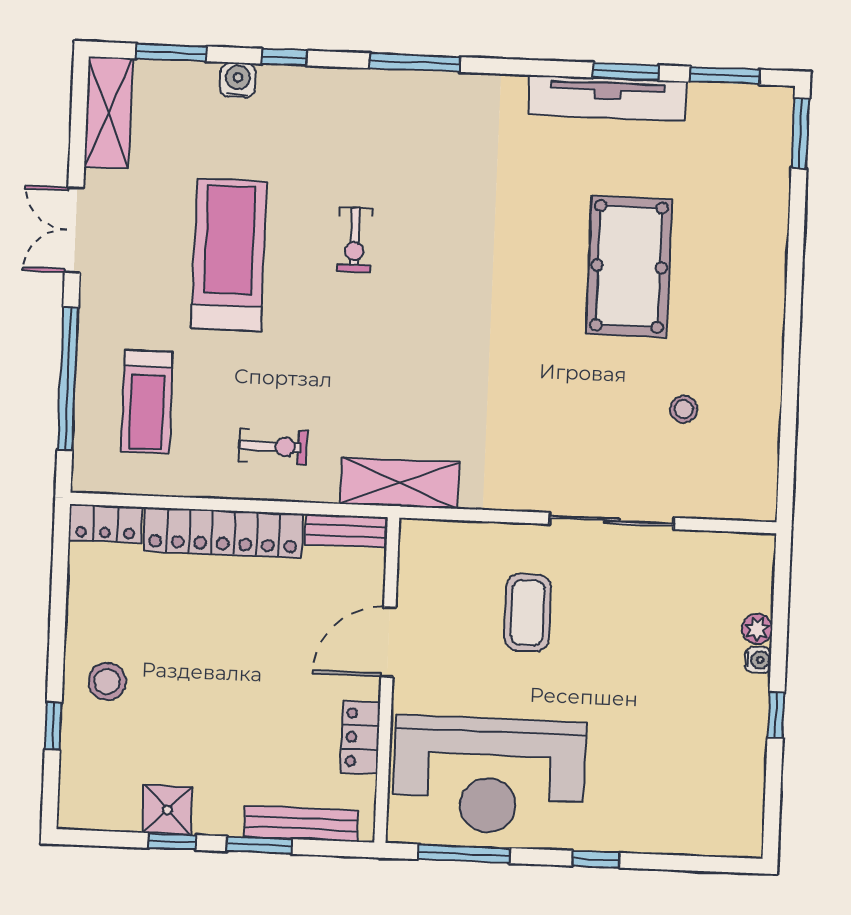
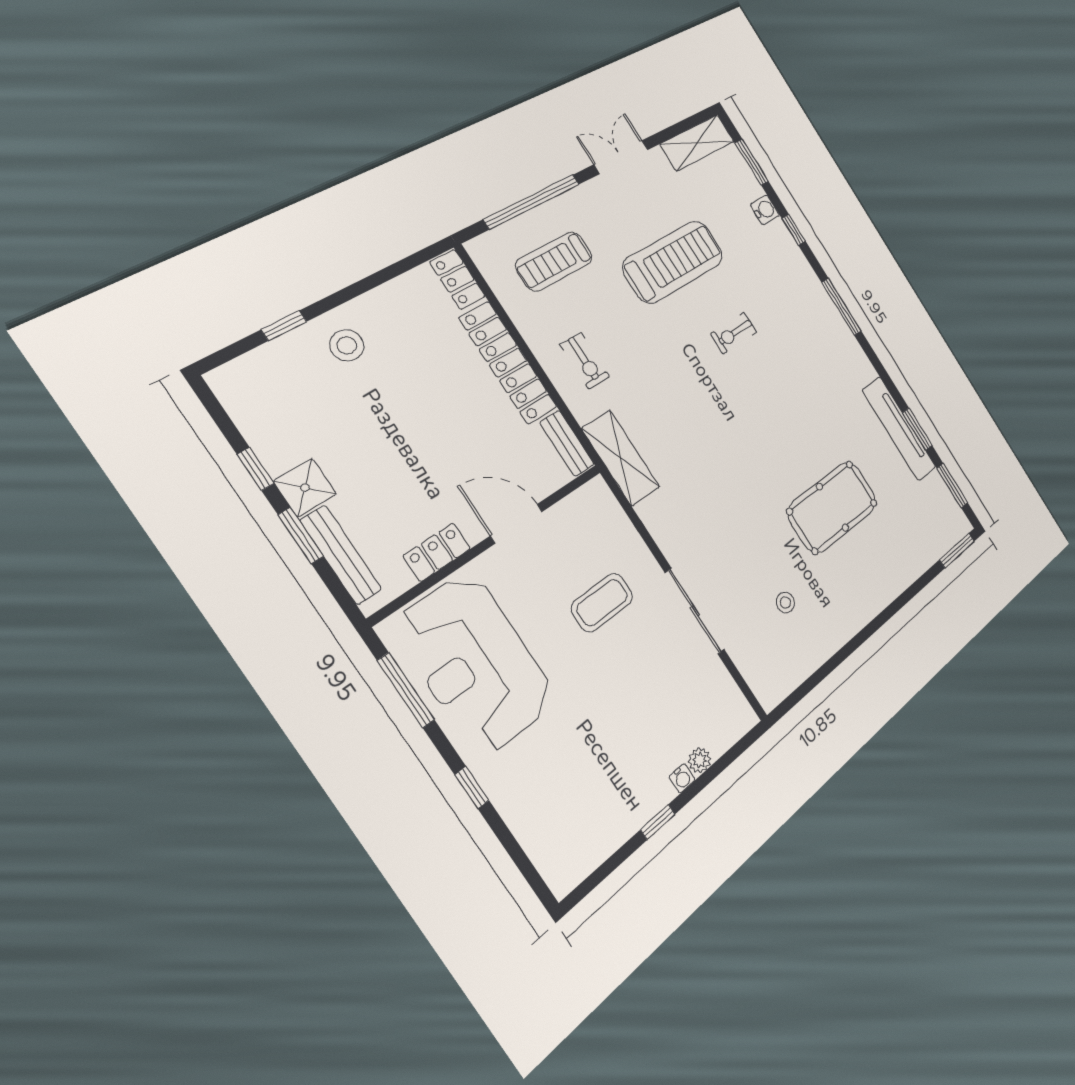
shower: (167, 810) -> (305, 488), moved

